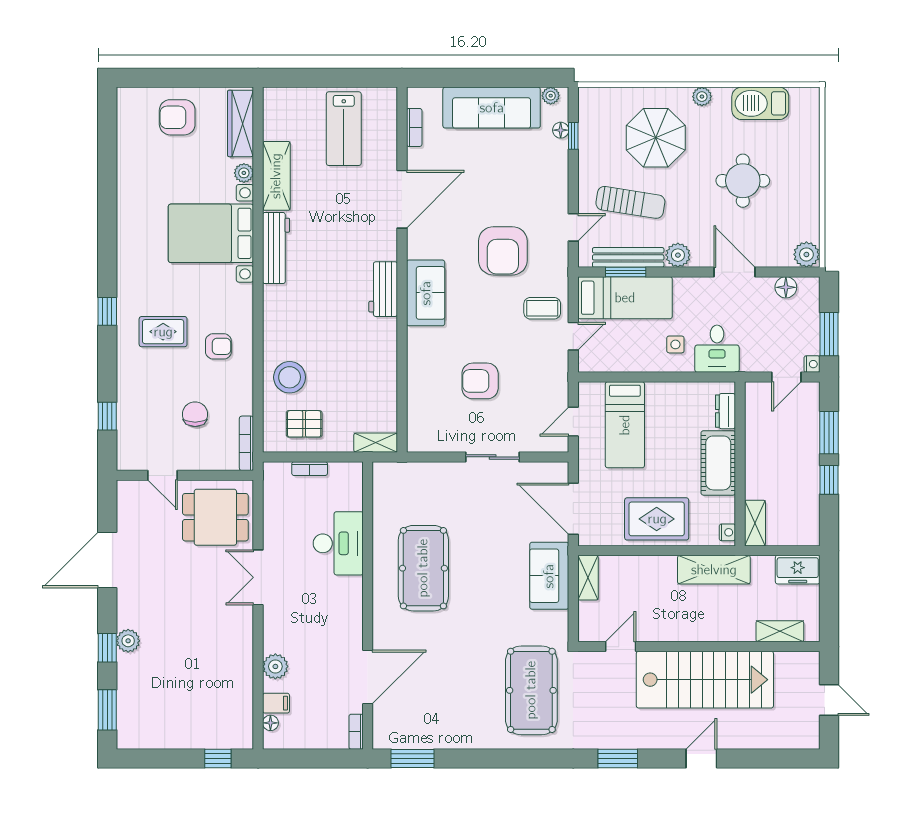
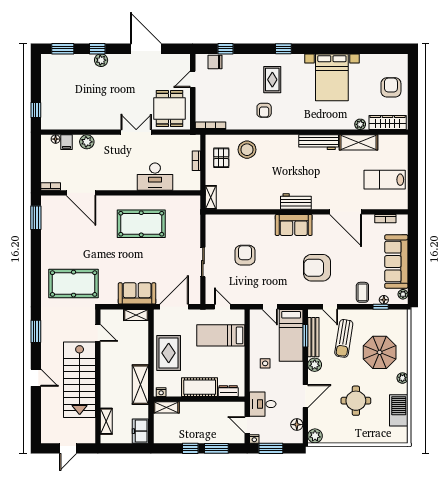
bed with nightstands: (211, 233) -> (332, 77), moved, turned 180
coffee table: (542, 308) -> (362, 292), moved
desk: (717, 349) -> (263, 404), moved
chair: (195, 414) -> (215, 62), moved, turned 180

